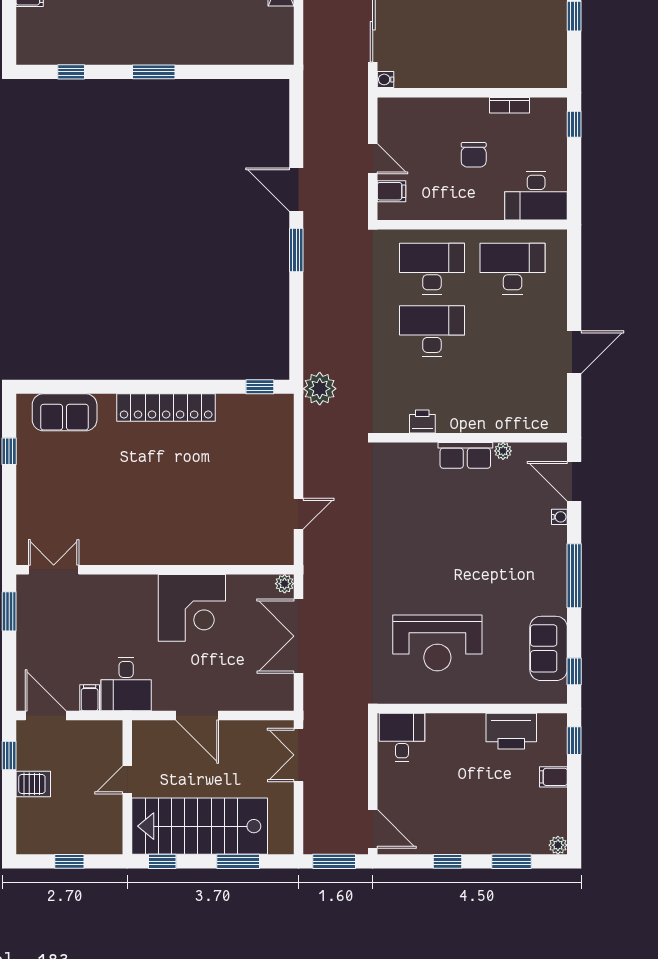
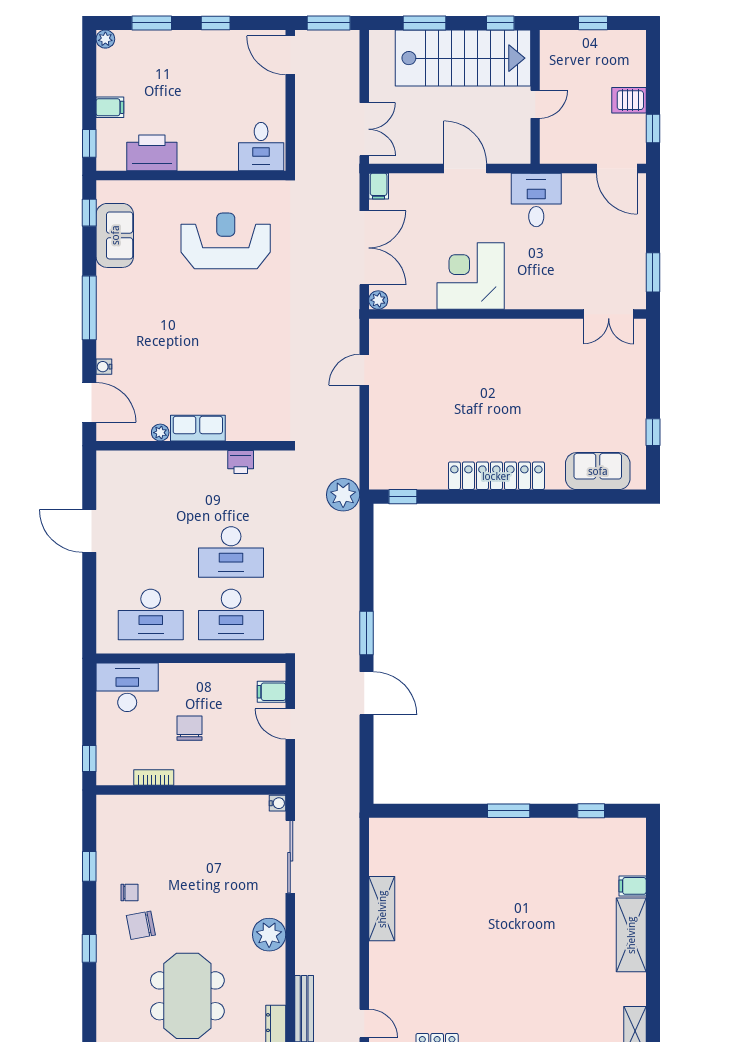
door: (574, 352) -> (89, 531), hinge flipped
filing cabinet: (90, 698) -> (379, 186), moved

